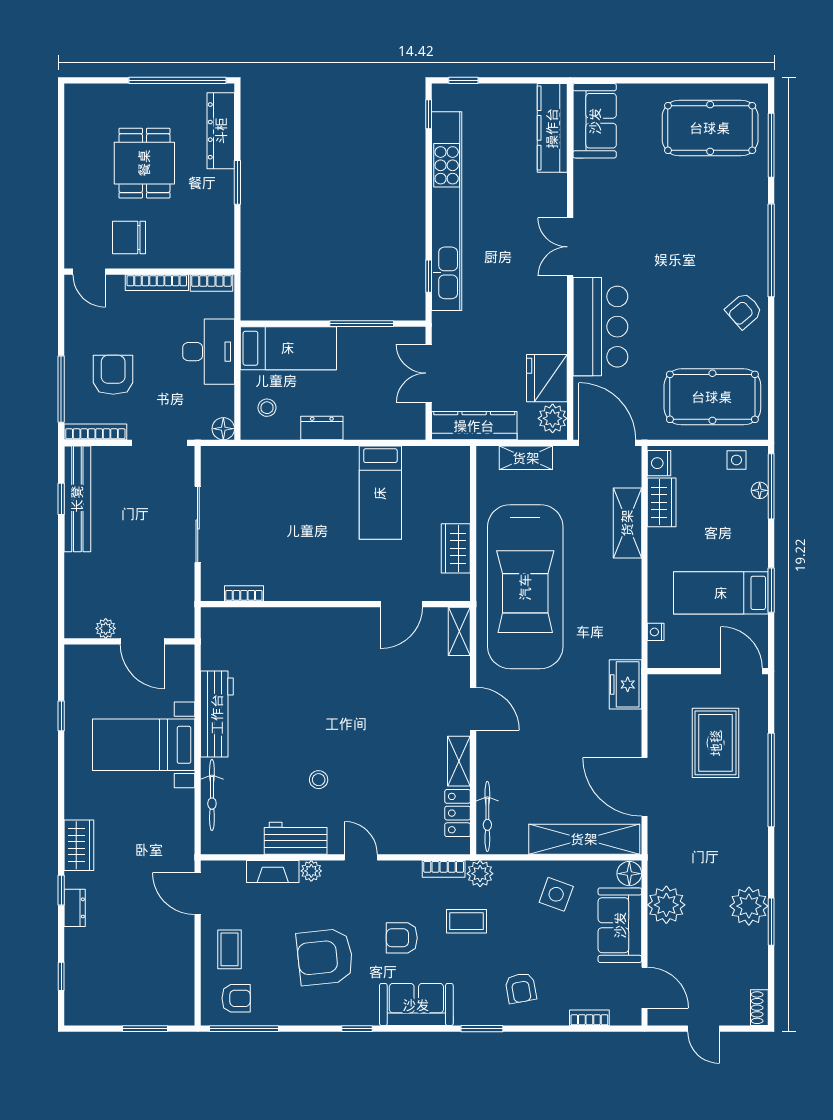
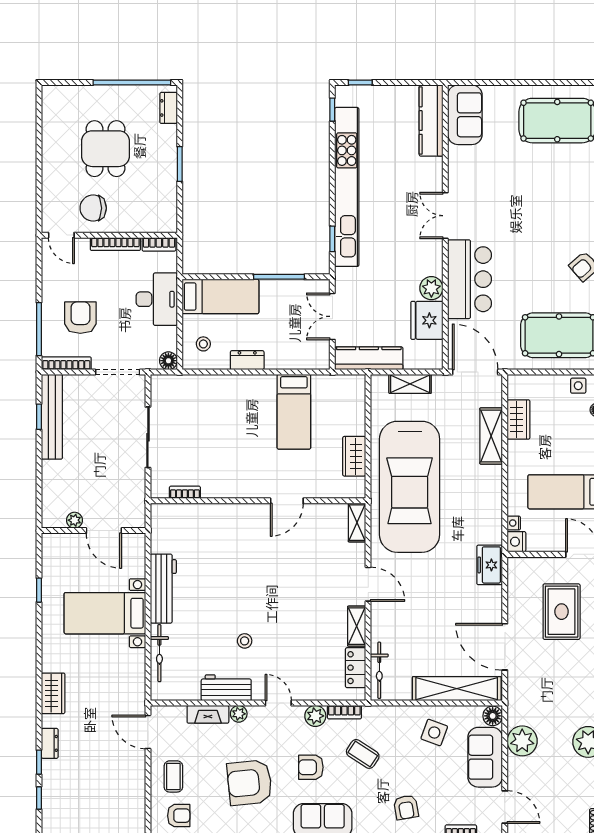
dresser: (221, 131) -> (169, 108), width x0.51, depth x0.80
plant: (553, 418) -> (431, 288), moved
nightstand: (659, 463) -> (516, 542), moved
door: (402, 604) -> (287, 501), moved
plant: (480, 874) -> (315, 716), moved
window: (61, 890) -> (39, 762), moved
coffee table: (467, 921) -> (363, 754), turned 33

